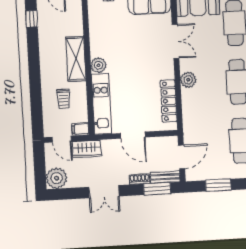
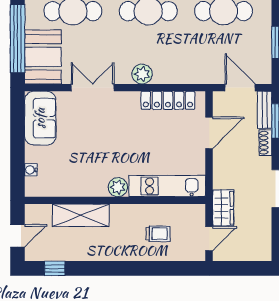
shelving: (76, 59) -> (81, 215), moved
filing cabinet: (80, 129) -> (198, 214), removed
door: (133, 135) -> (209, 133), moved
plant: (57, 178) -> (258, 248), removed

